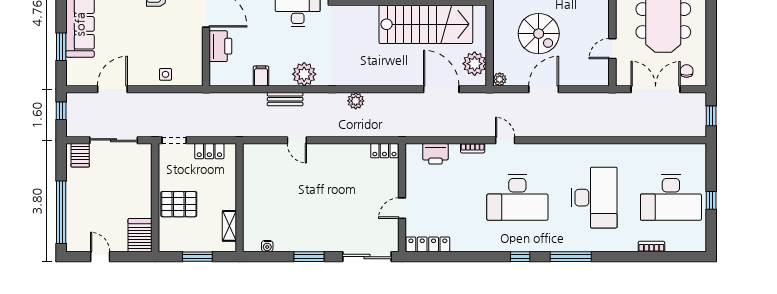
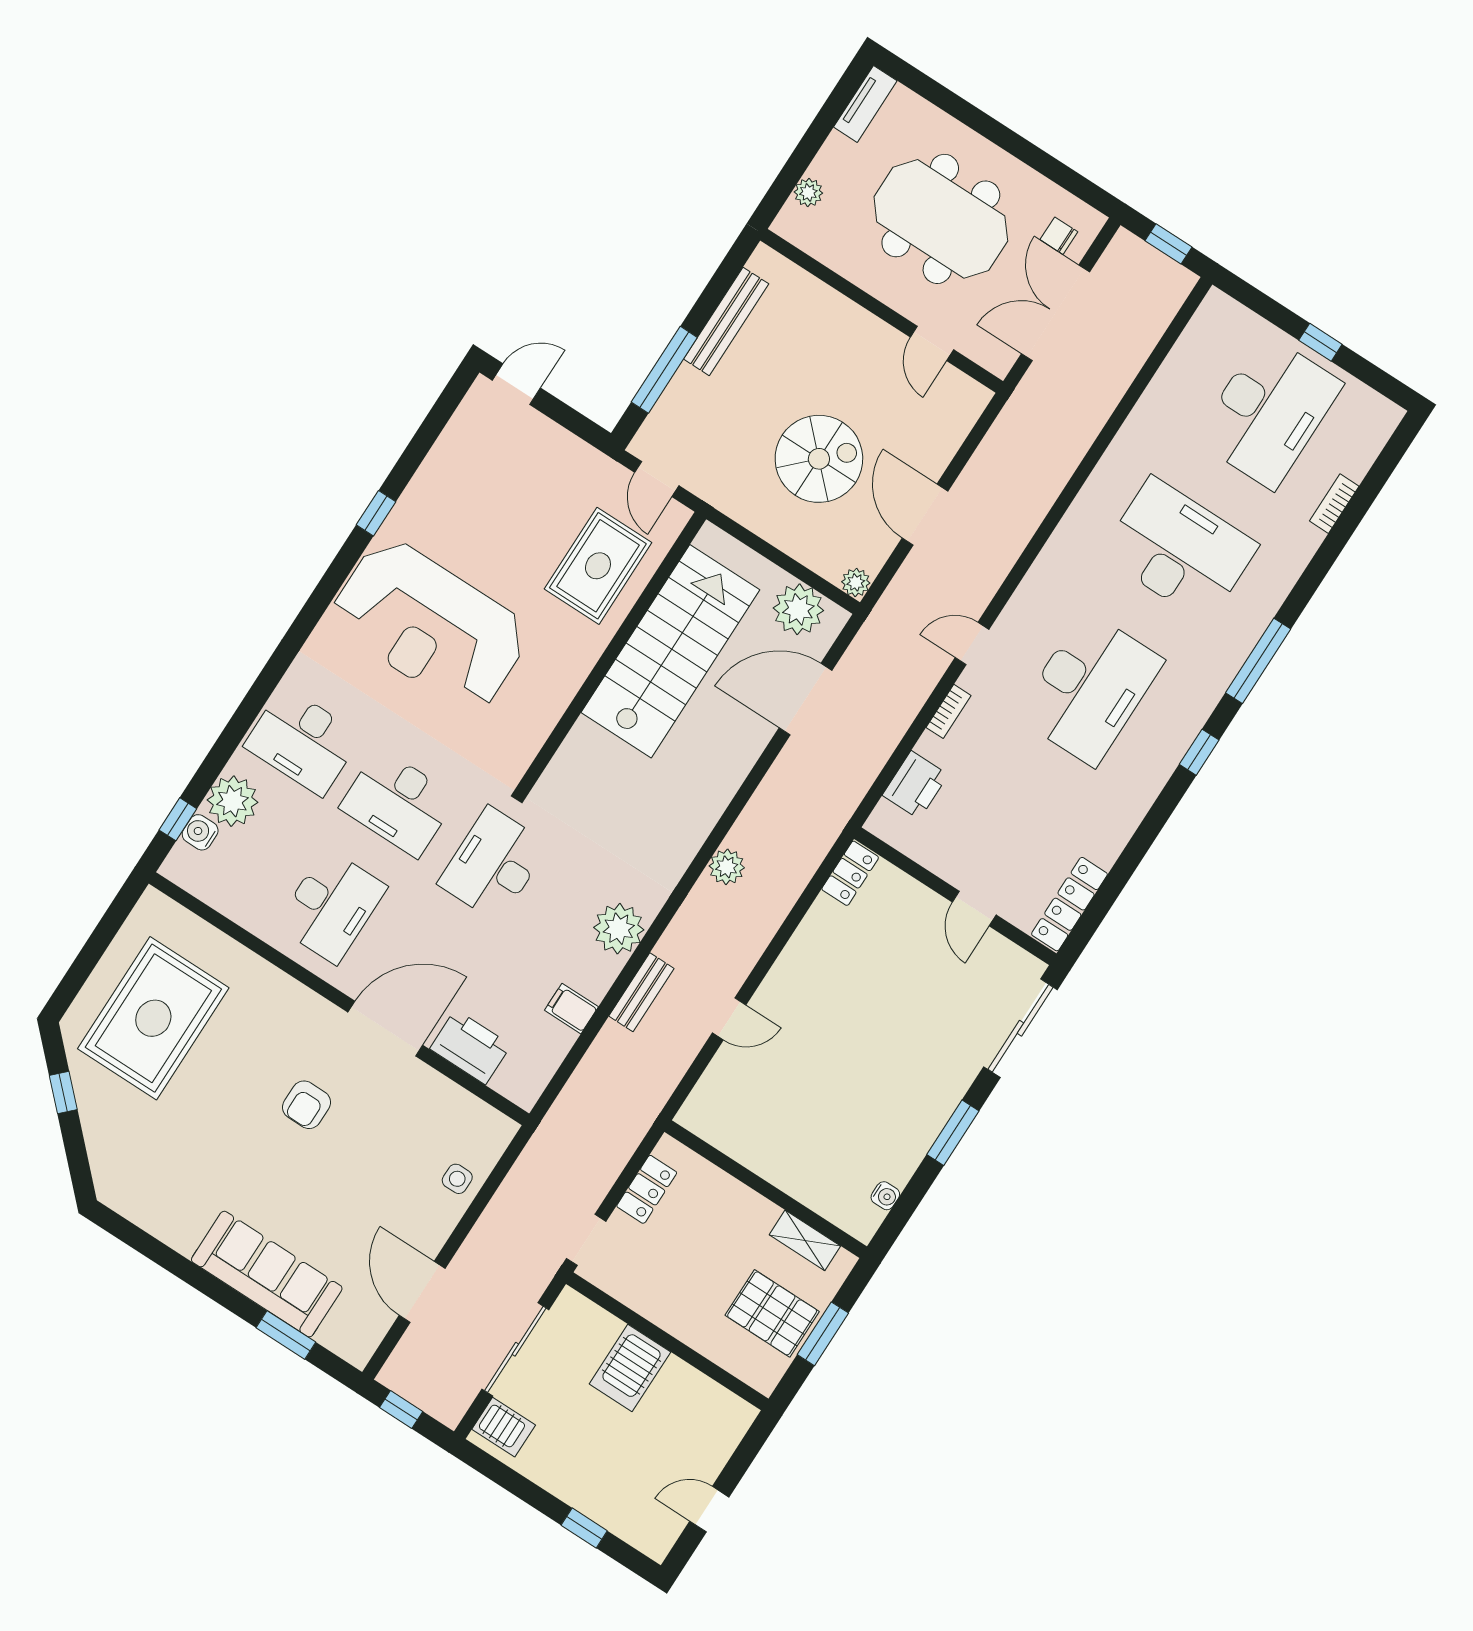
pallet: (179, 204) -> (772, 1313), moved, turned 90
window: (61, 212) -> (584, 1528), width x0.32
server rack: (140, 235) -> (630, 1368), moved, turned -90

